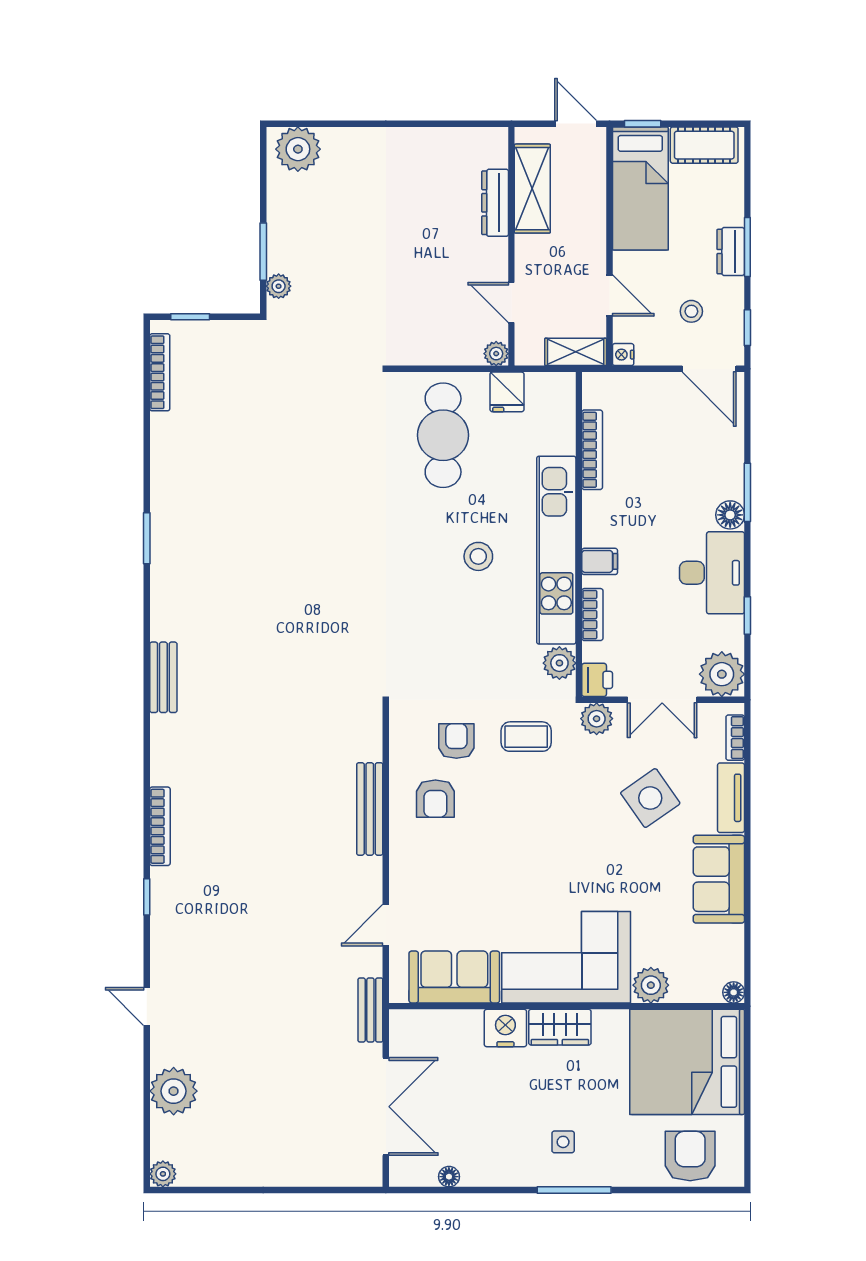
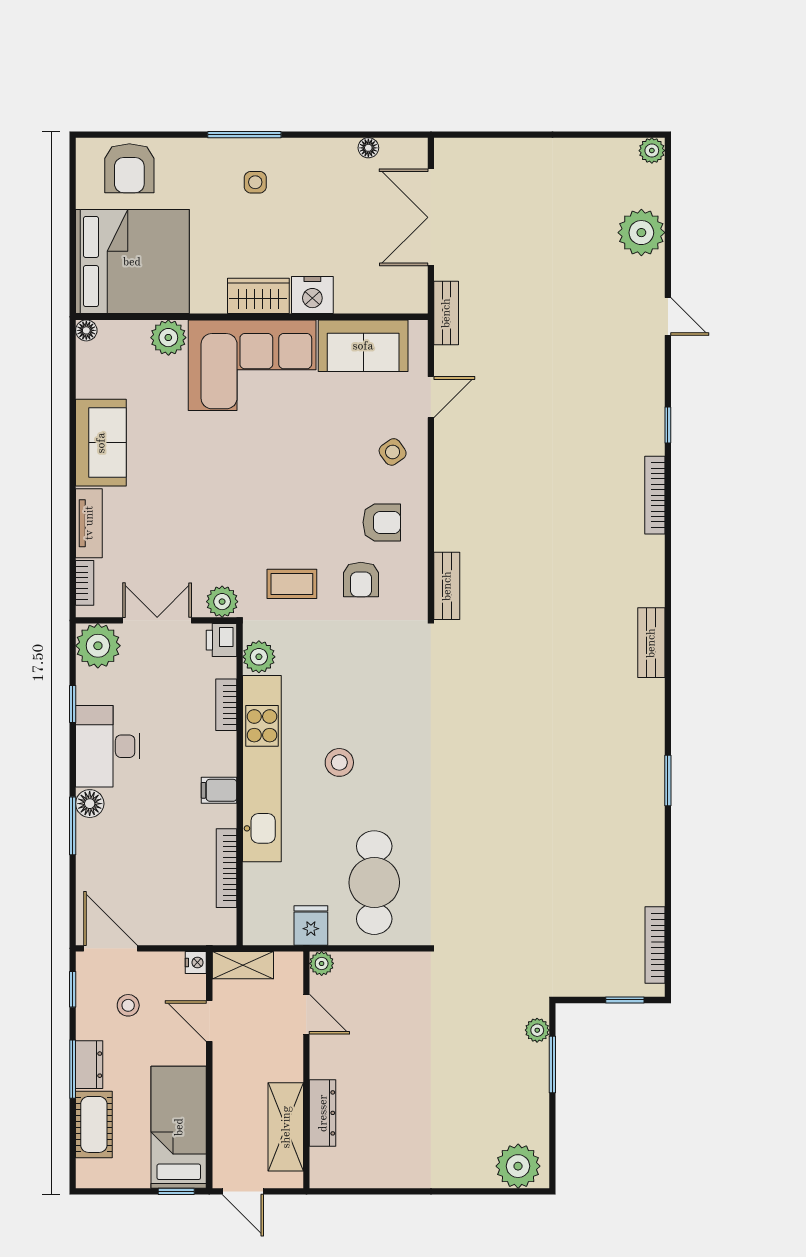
cot: (704, 145) -> (94, 1124), moved, turned 90
filing cabinet: (600, 561) -> (219, 790), moved
side table: (650, 798) -> (393, 452), moved, width x0.54, depth x0.54
armchair: (435, 799) -> (382, 522), turned 90
bench: (370, 809) -> (447, 586), moved, width x0.73

